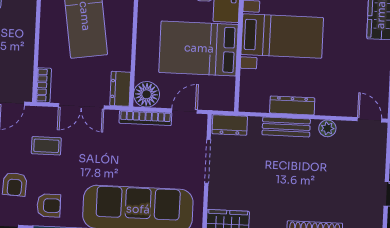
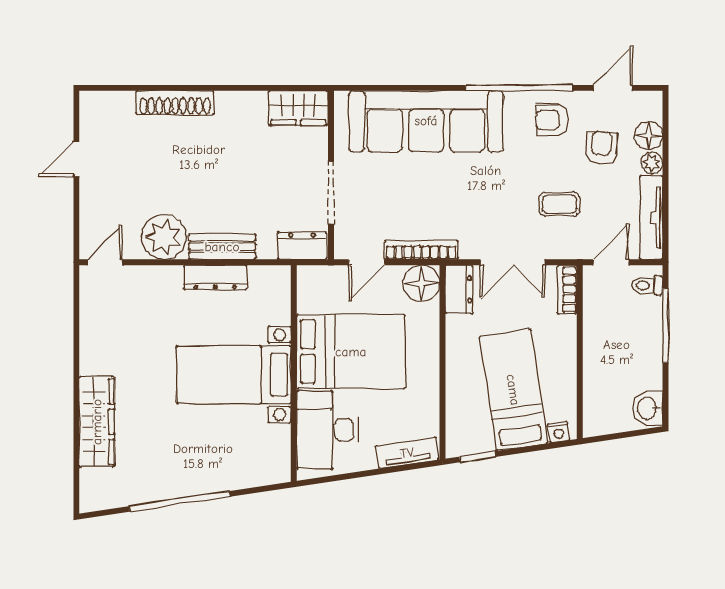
double door: (81, 106) -> (513, 262), swing flipped
door: (370, 120) -> (105, 262), swing flipped
plant: (327, 128) -> (164, 237), width x1.88, depth x1.88

